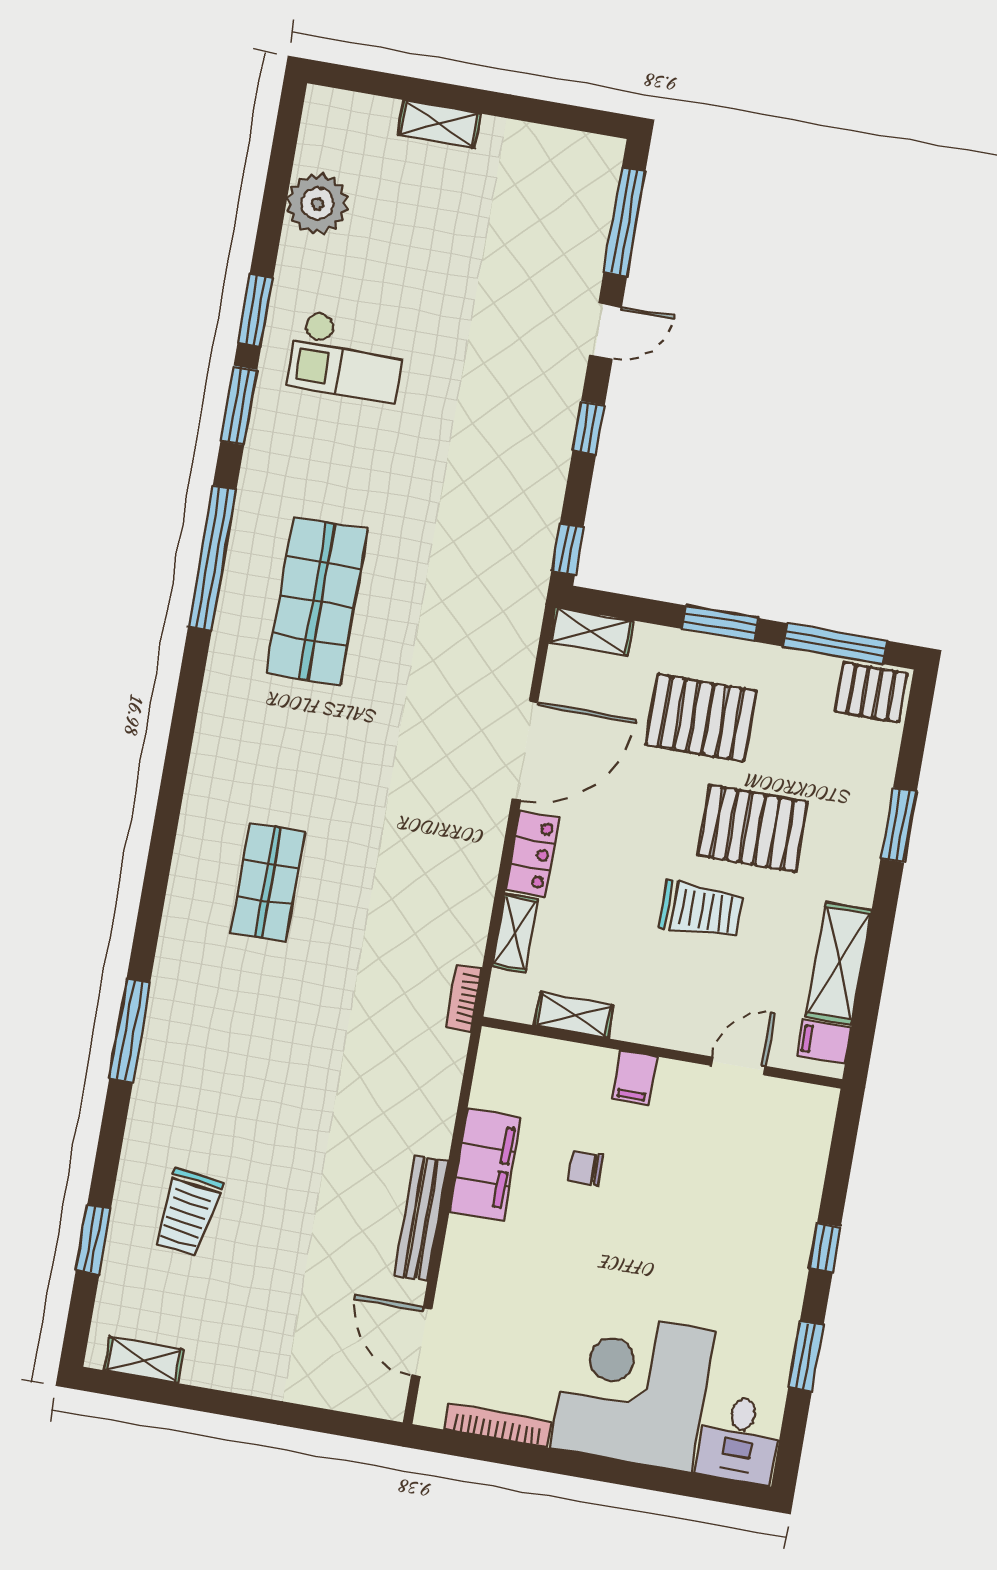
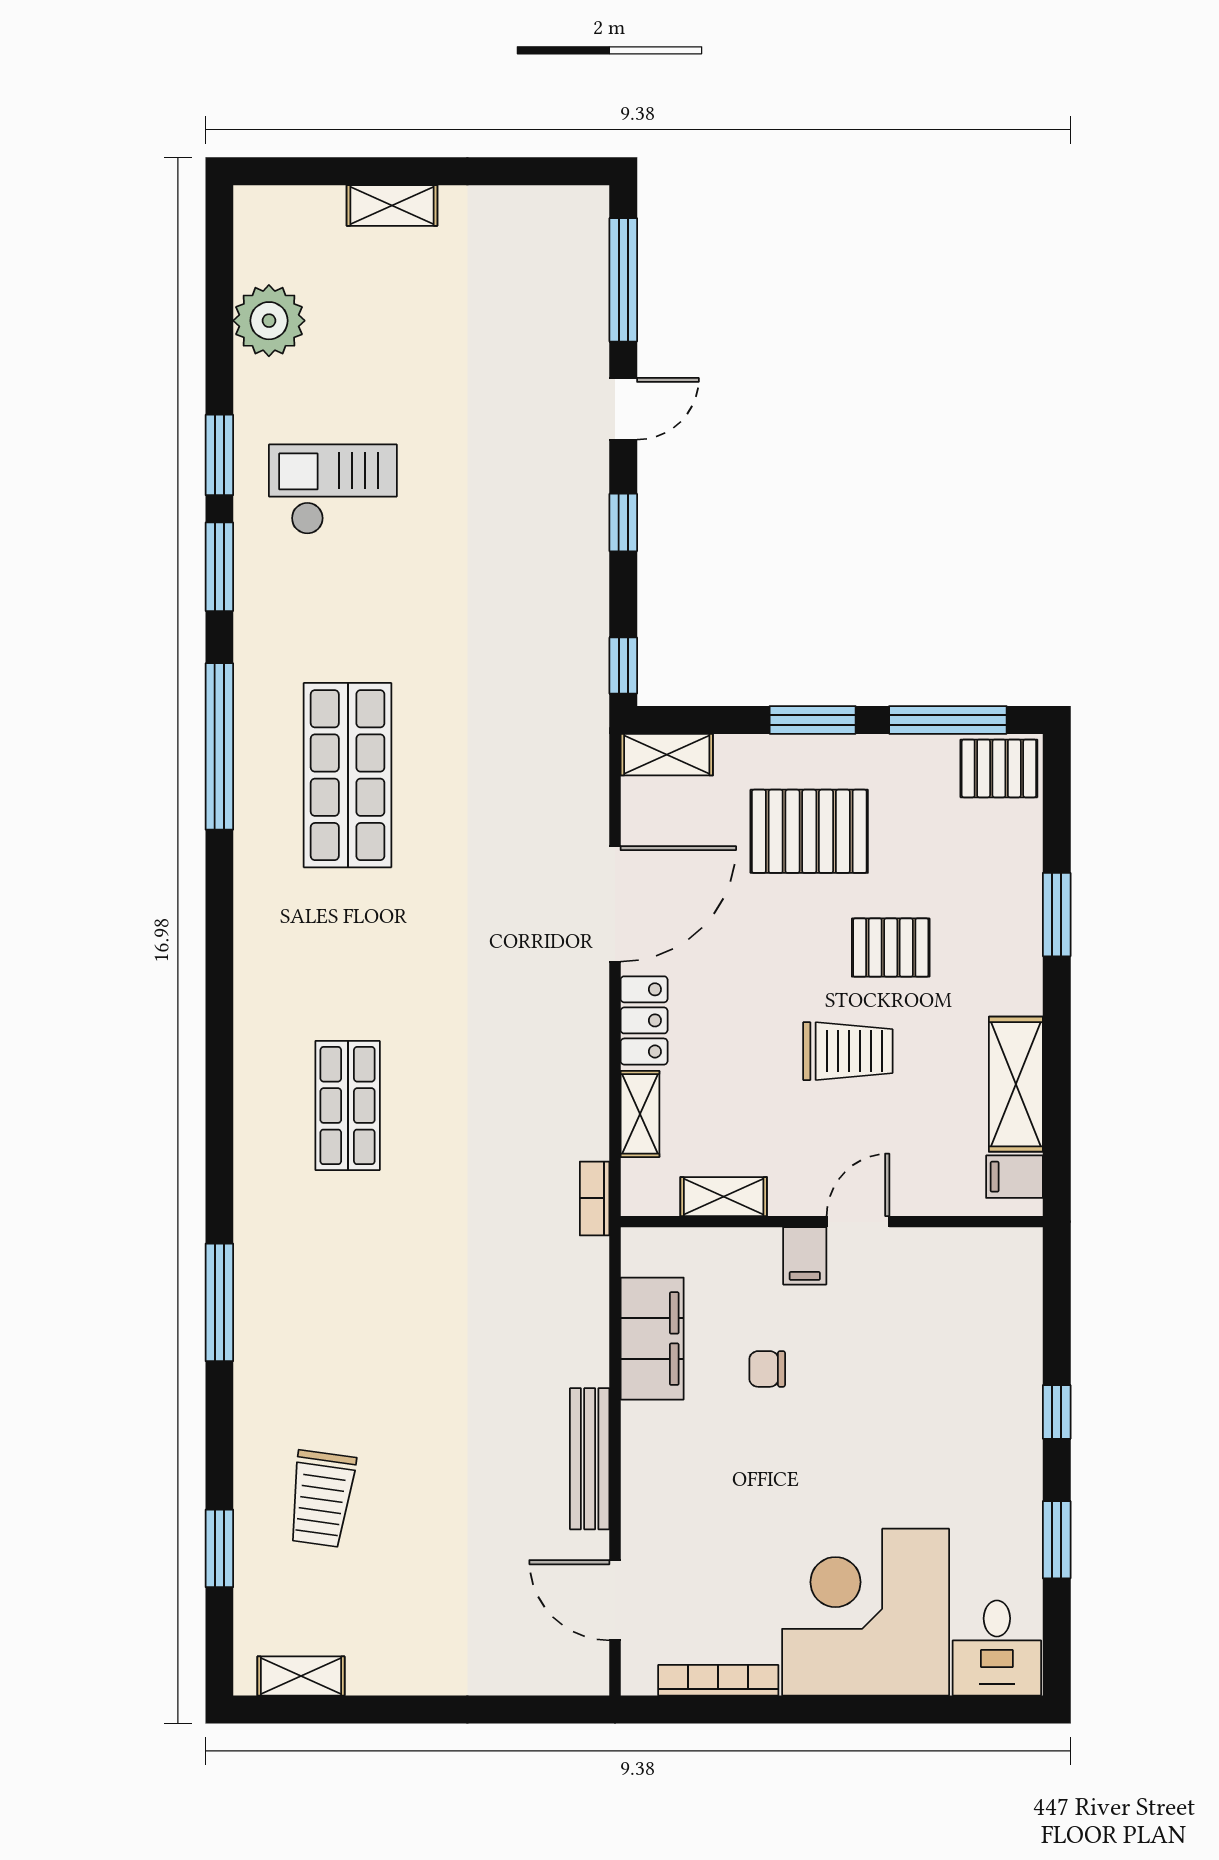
checkout: (347, 357) -> (333, 489), turned 180
pallet: (753, 829) -> (891, 948), width x0.67, depth x0.71
door: (738, 1066) -> (858, 1222), moved
filing cabinet: (485, 1165) -> (652, 1339), moved

